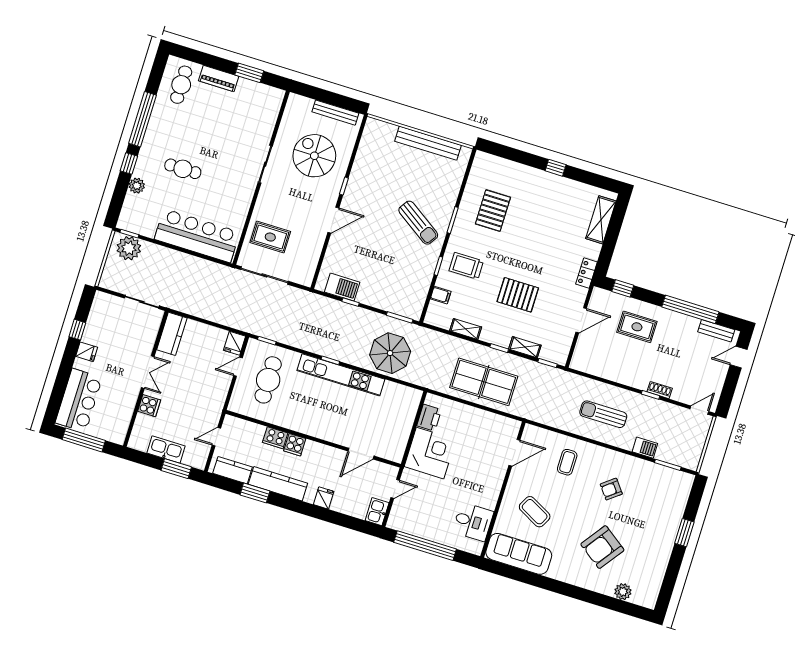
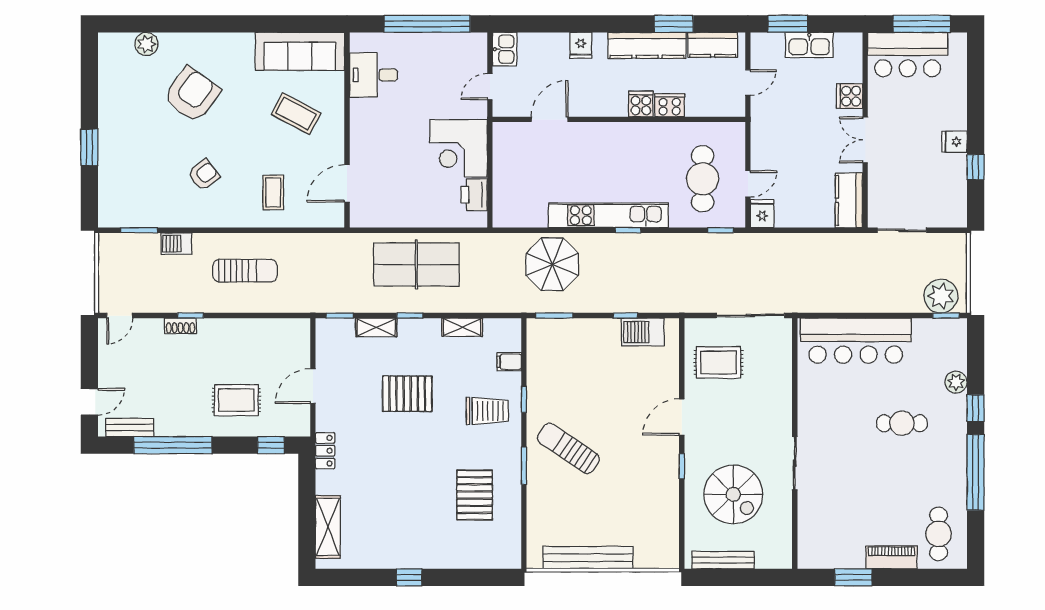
rug: (270, 237) -> (718, 362), moved
bar counter: (79, 400) -> (908, 55), moved, turned -90

